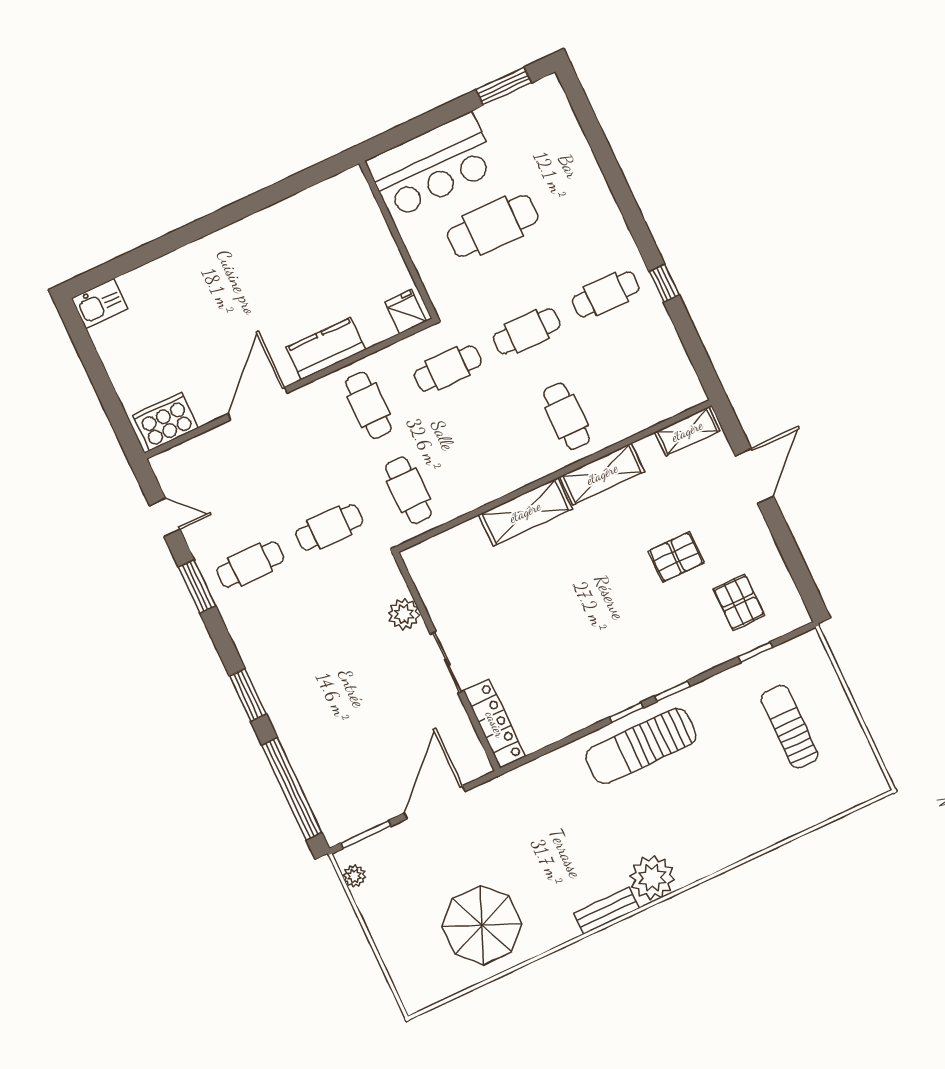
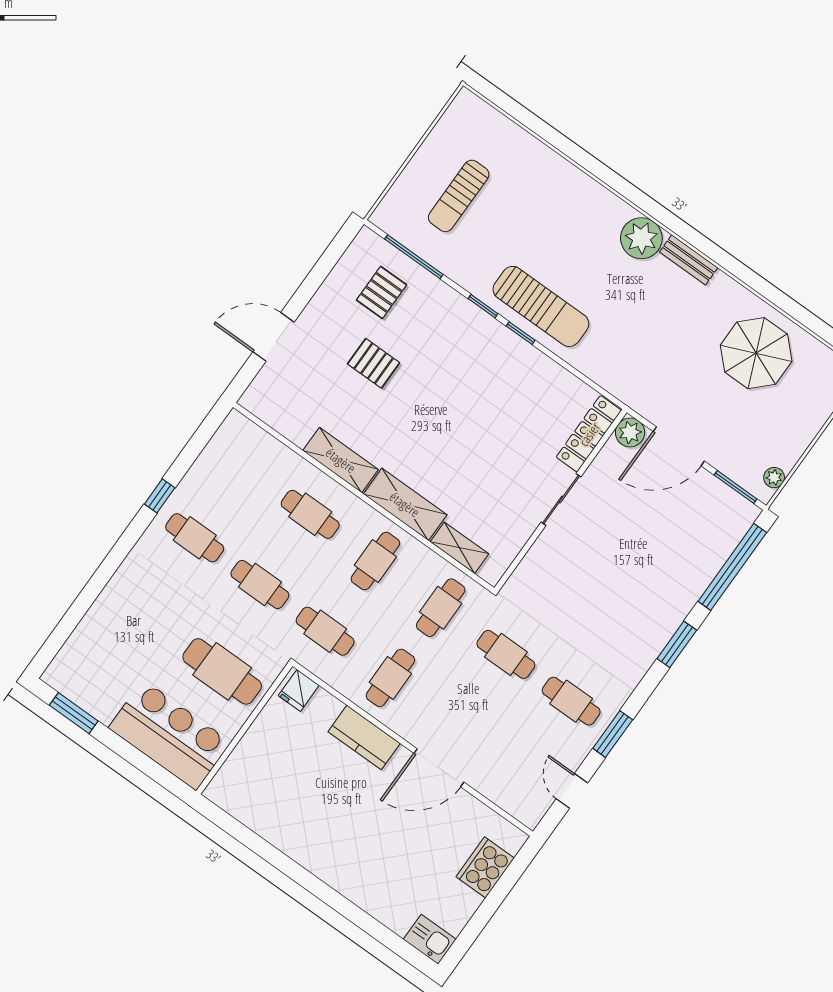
cafe table: (493, 226) -> (222, 671), moved
cafe table: (566, 416) -> (310, 514), turned 90
cooker: (166, 422) -> (485, 867), moved, turned 90
shelving: (687, 431) -> (459, 548), moved
cafe table: (487, 453) -> (375, 561), added
plant: (404, 614) -> (630, 432), moved
window: (756, 652) -> (414, 257), width x2.17

